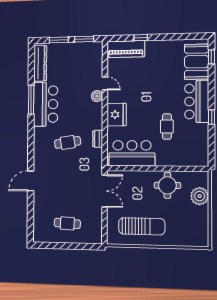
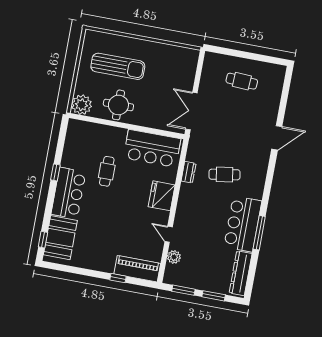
plant: (97, 96) -> (174, 257), moved
plant: (200, 196) -> (82, 105), moved
sun lounger: (142, 226) -> (118, 66), moved, turned 180

